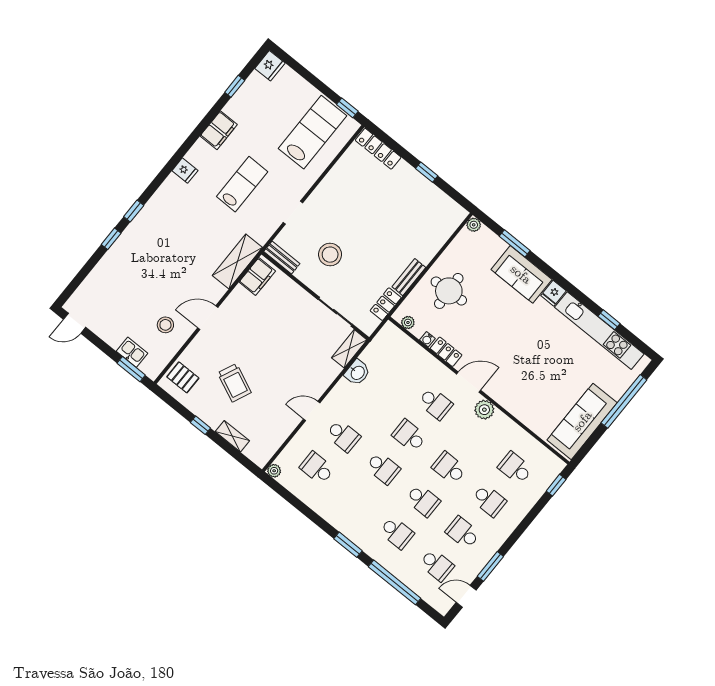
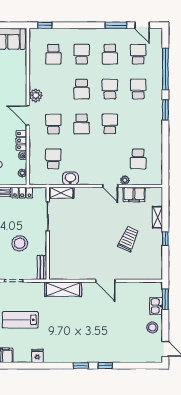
filing cabinet: (257, 277) -> (134, 195), moved, turned 180
stool: (165, 325) -> (152, 327), moved
pallet: (183, 377) -> (148, 268), removed
school desk: (343, 436) -> (53, 159), moved
plant: (274, 471) -> (125, 180), moved

